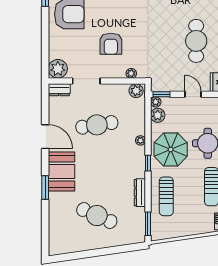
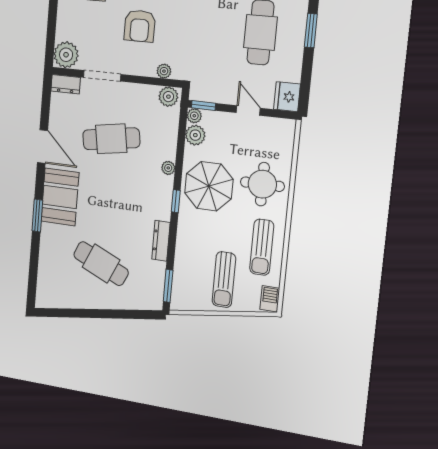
sun lounger: (166, 196) -> (224, 280), moved

